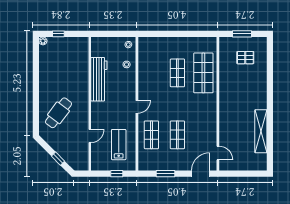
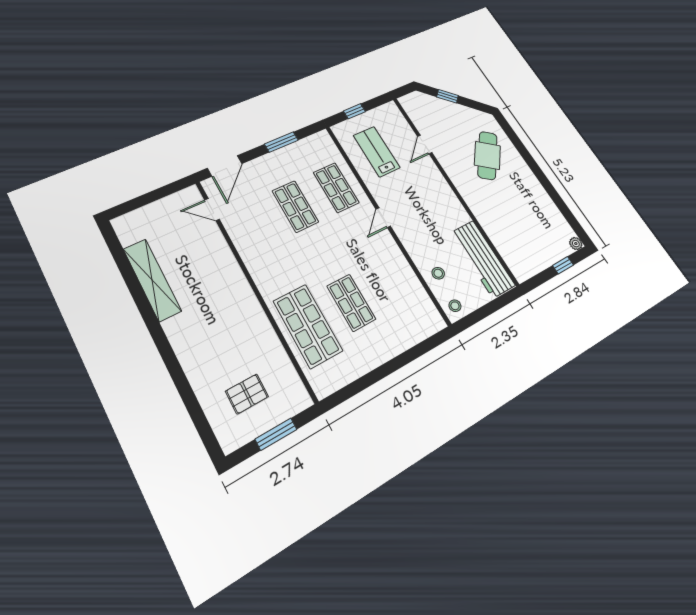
workbench: (99, 79) -> (483, 259), moved
lab bench: (119, 145) -> (377, 152), turned 180

